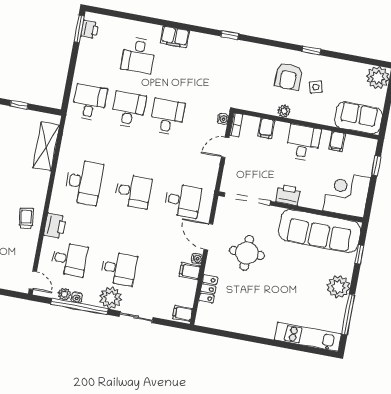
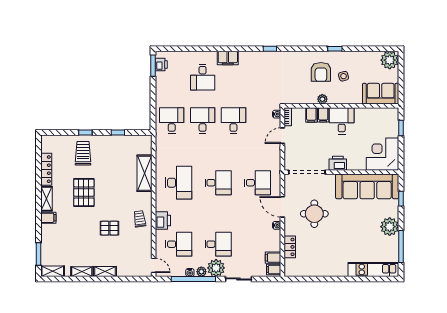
filing cabinet: (337, 141) -> (323, 115), moved
shelving: (46, 146) -> (145, 173), moved
filing cabinet: (190, 271) -> (273, 258), moved
plant: (64, 294) -> (201, 272), moved

